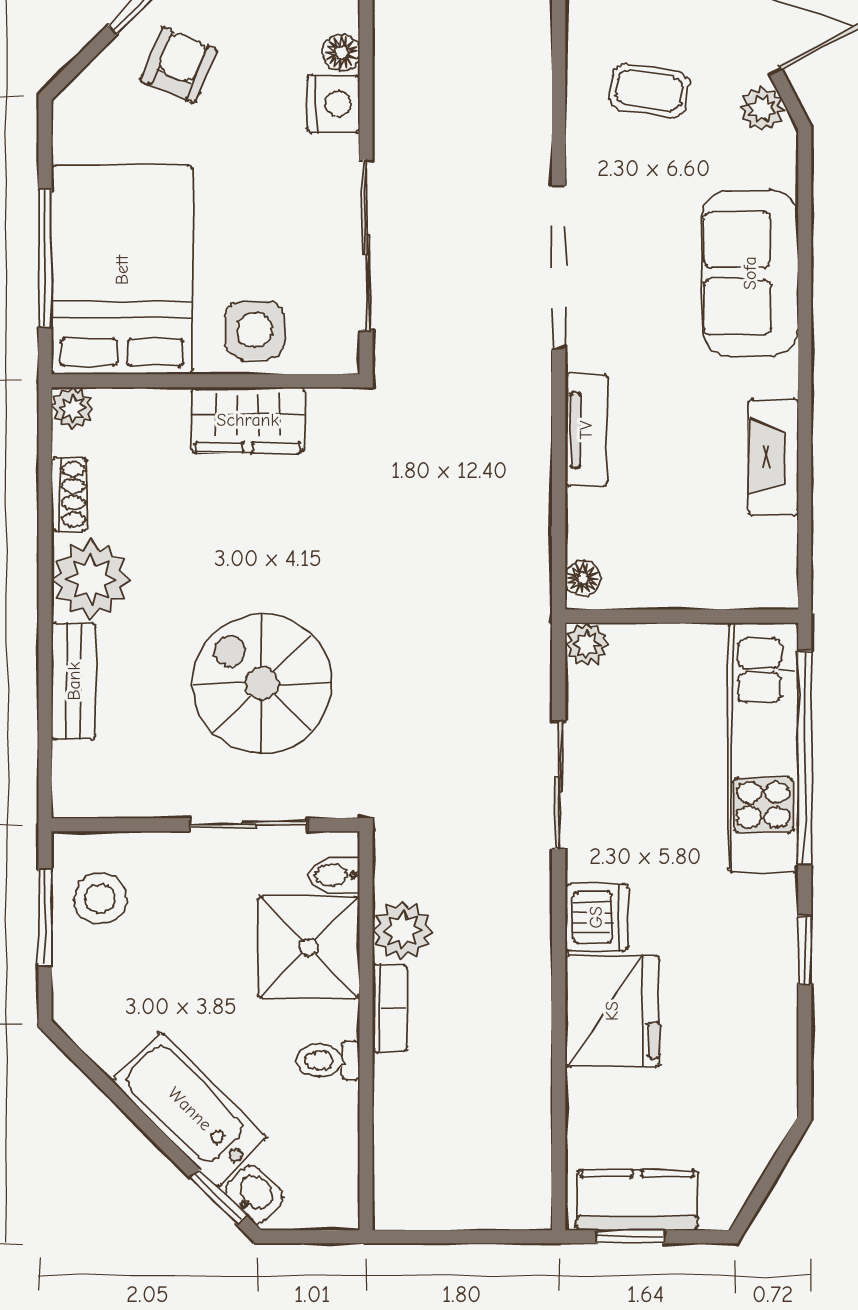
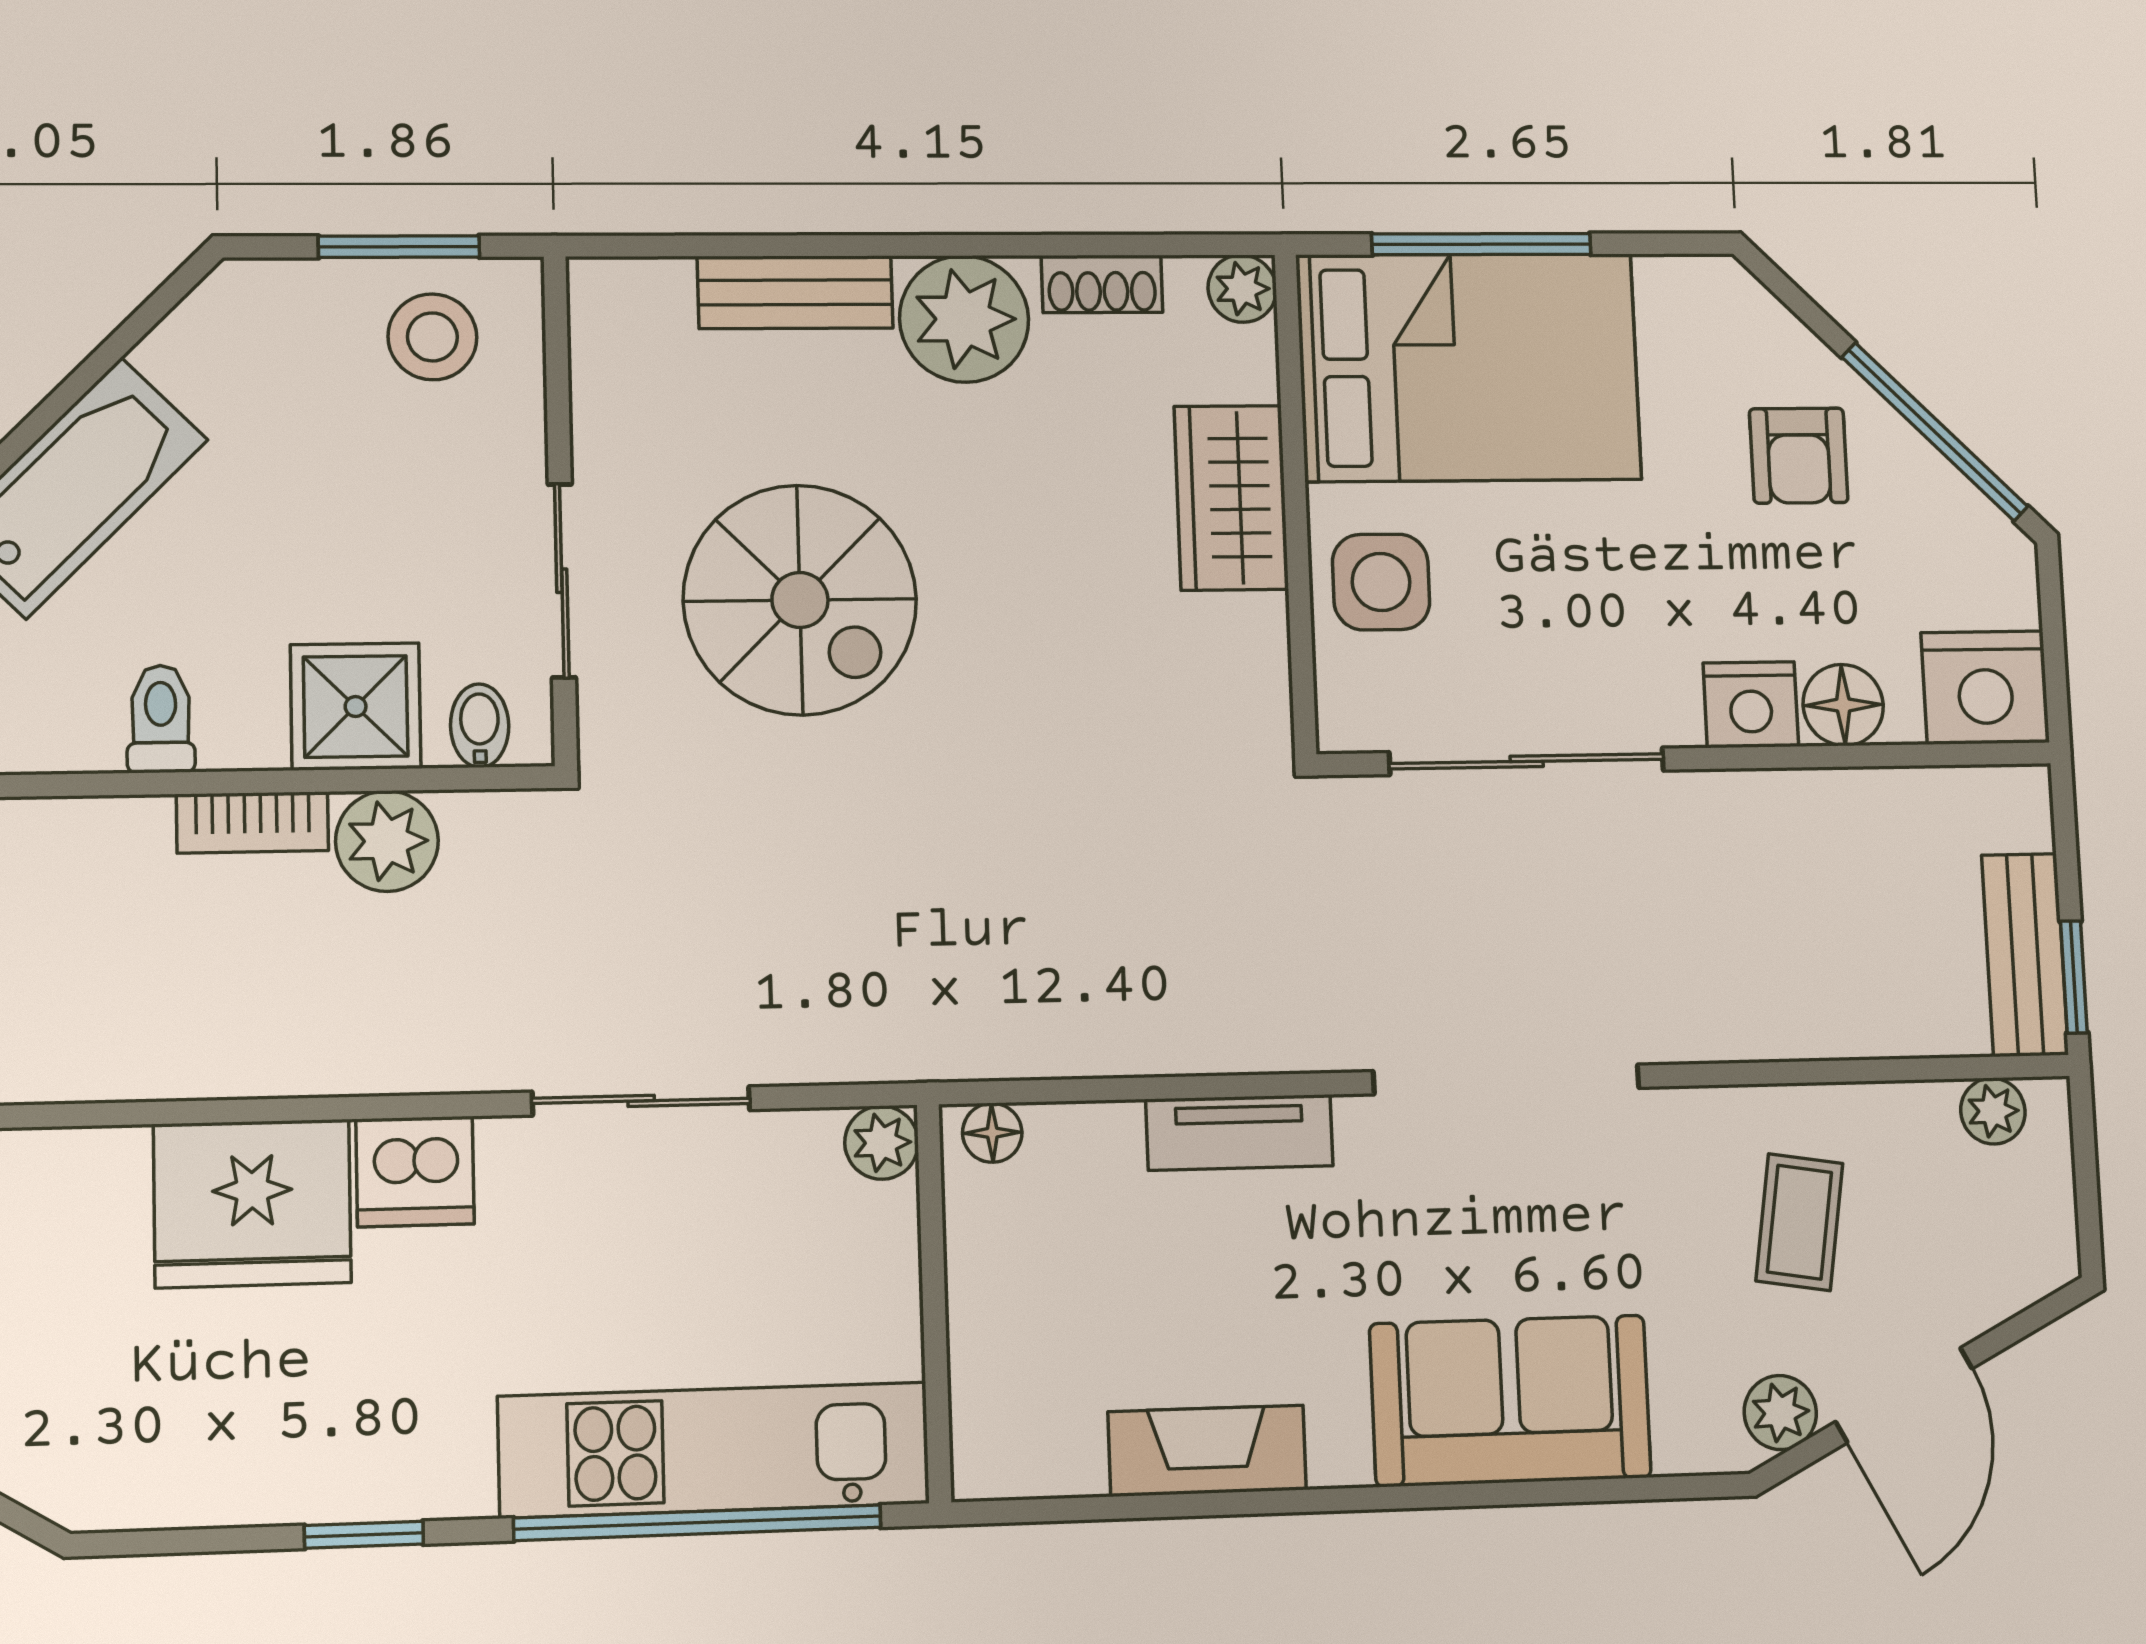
floor lamp: (341, 52) -> (1843, 705), width x1.37, depth x1.37
armchair: (179, 65) -> (1799, 456), turned 67
wardrobe: (248, 420) -> (1231, 498), moved
spiral stairs: (262, 683) -> (800, 600), turned 90
shower: (309, 947) -> (356, 707), width x0.73, depth x0.73

